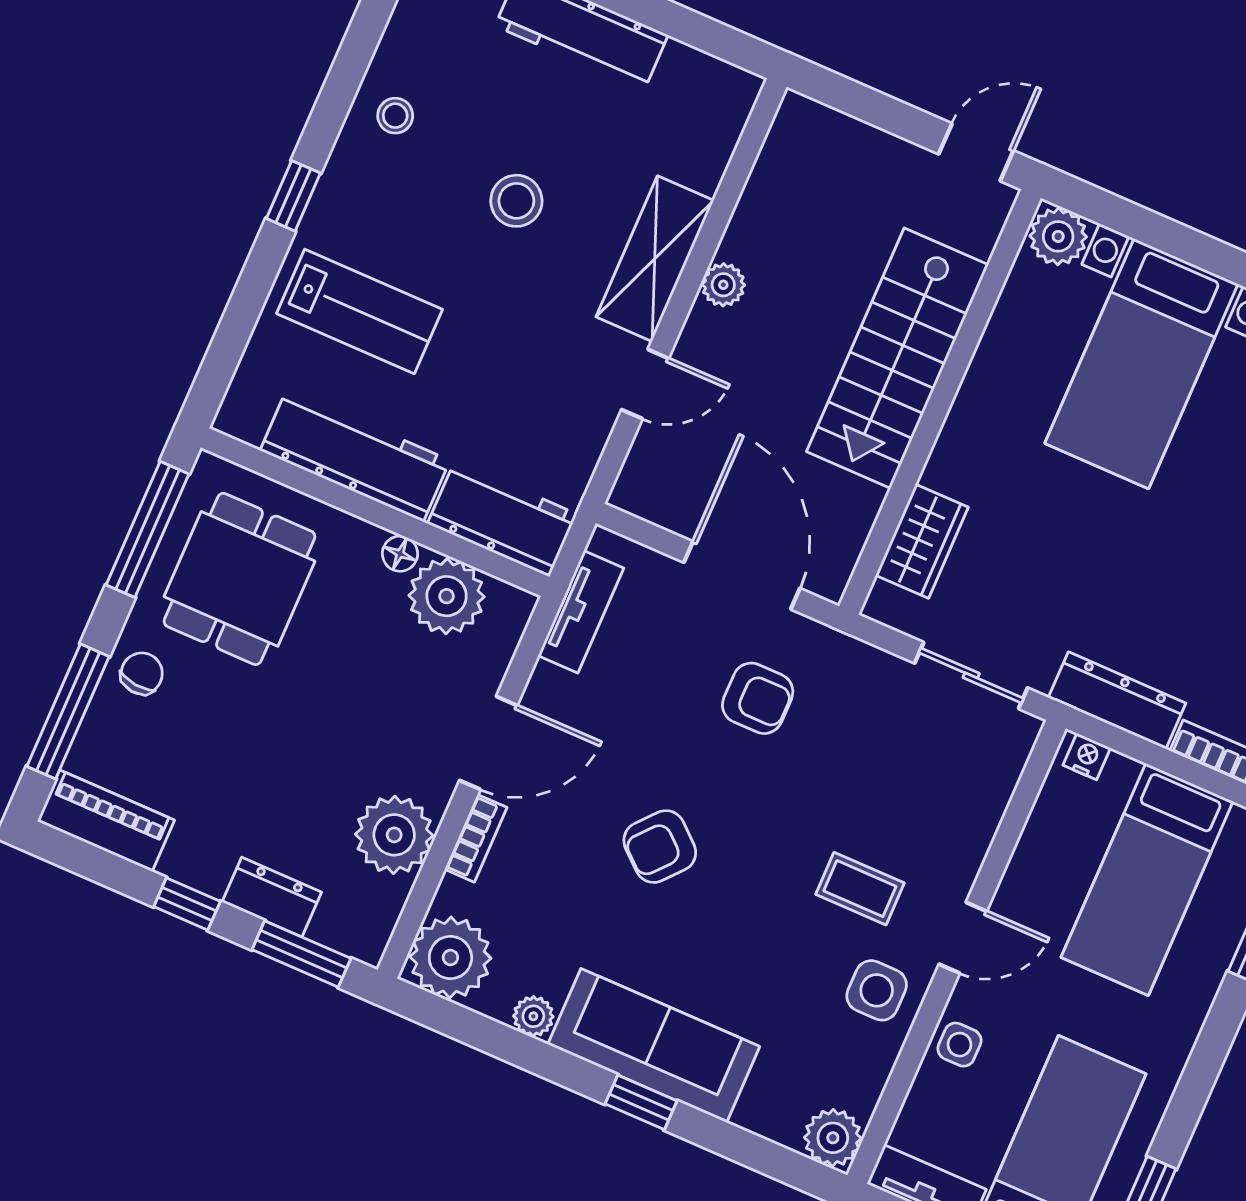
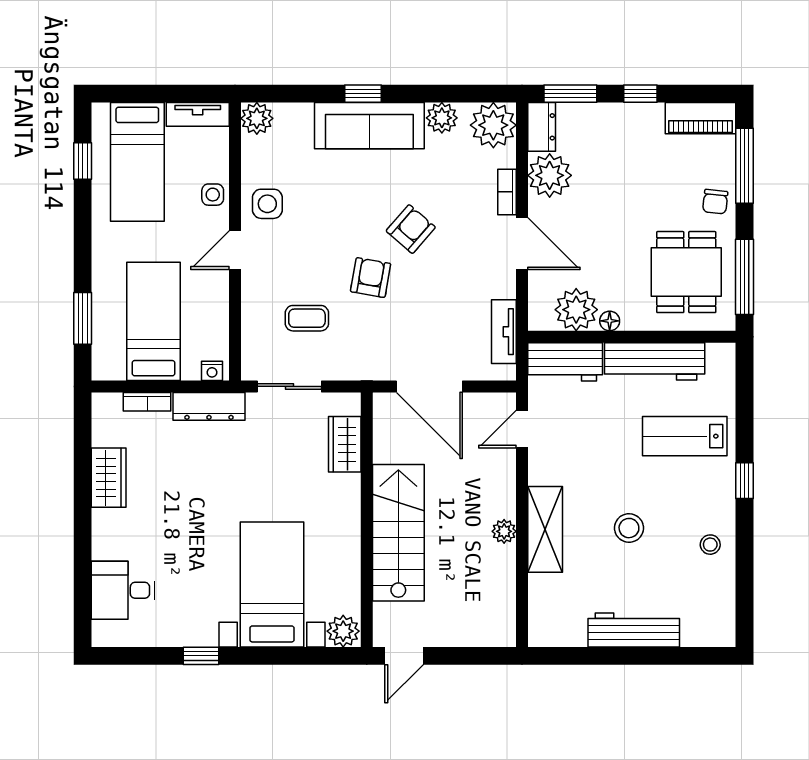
door: (645, 384) -> (522, 429), moved
armchair: (758, 698) -> (371, 278), moved, turned 100
door: (488, 743) -> (522, 244), swing flipped
coffee table: (860, 889) -> (307, 318), moved
dresser: (272, 897) -> (542, 127), moved, turned -90
plant: (533, 1016) -> (442, 118), width x1.38, depth x1.38

